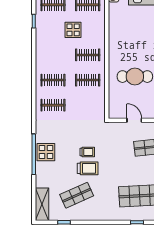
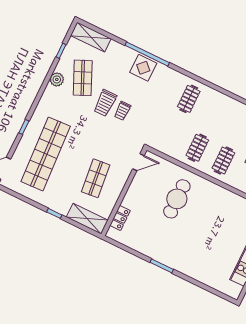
clothes rail: (53, 80) -> (215, 112), removed
door: (134, 120) -> (138, 162), moved
plant: (88, 215) -> (57, 79), added

